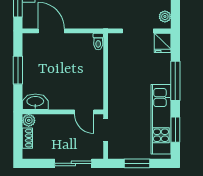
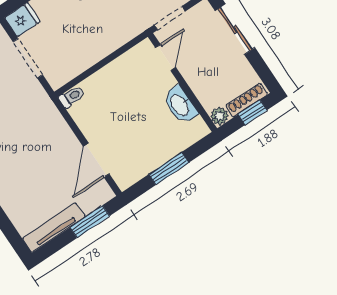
washbasin: (35, 102) -> (180, 105), moved
shoe rack: (27, 138) -> (247, 100), width x1.43
window: (18, 141) -> (252, 112), added

